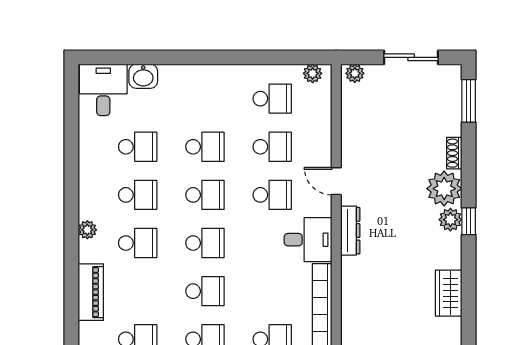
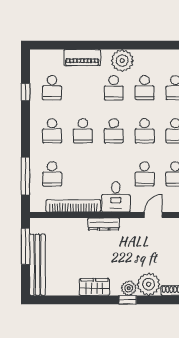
plant: (87, 230) -> (122, 61), width x1.87, depth x1.87
dresser: (350, 231) -> (104, 224), moved
wardrobe: (449, 293) -> (94, 287), moved

